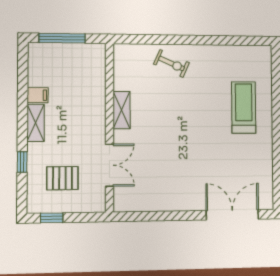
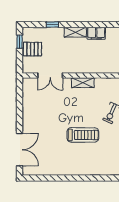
filing cabinet: (38, 95) -> (96, 33), width x2.00
treadmill: (244, 107) -> (83, 135), moved
pallet: (62, 178) -> (32, 49), moved, turned 90

